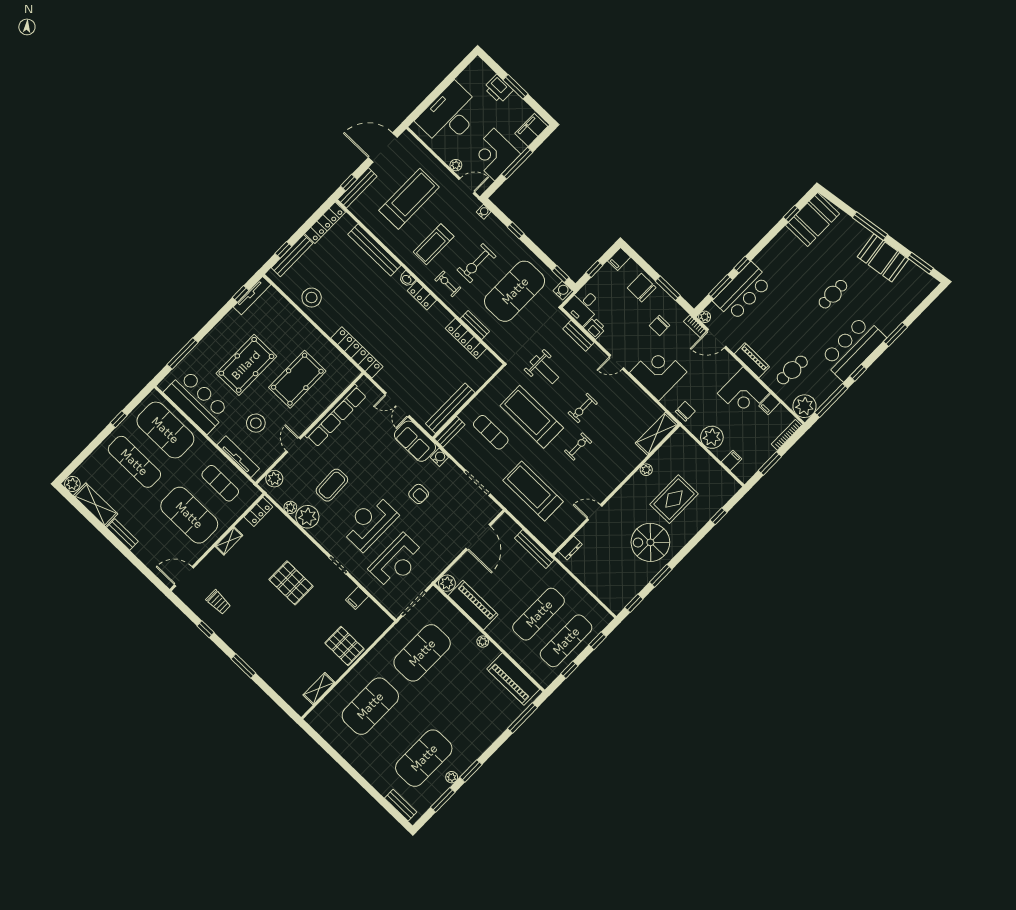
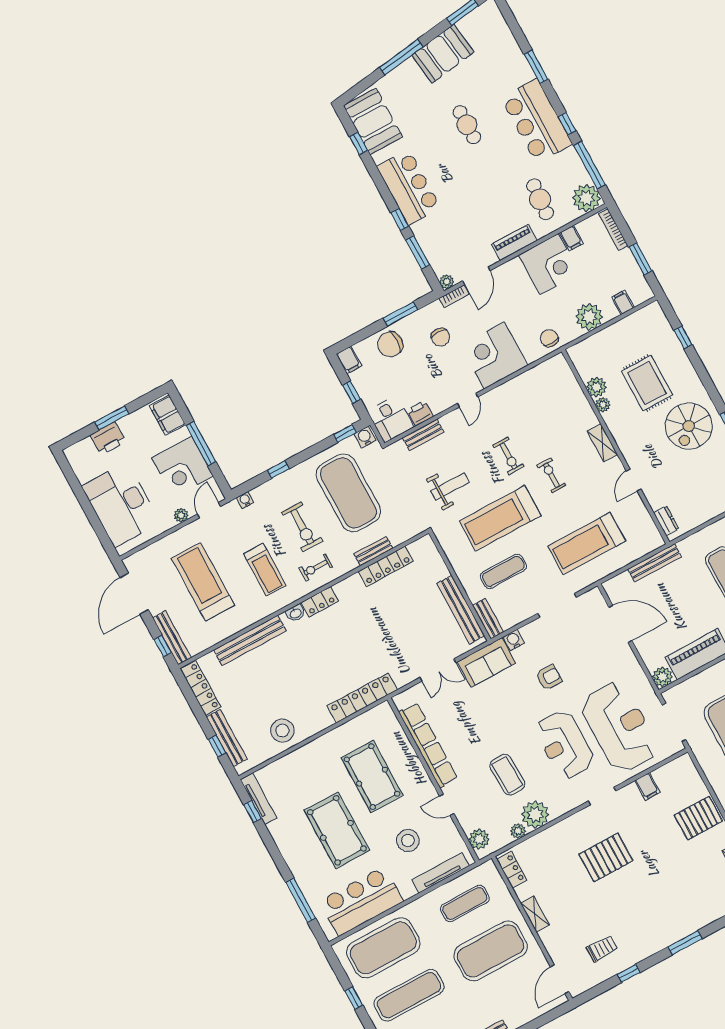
bar counter: (743, 292) -> (409, 187), moved
shelving: (657, 434) -> (602, 443), moved, width x0.67, depth x0.75
plant: (658, 460) -> (596, 387), added
reception desk: (397, 562) -> (619, 727), width x1.36, depth x1.30

